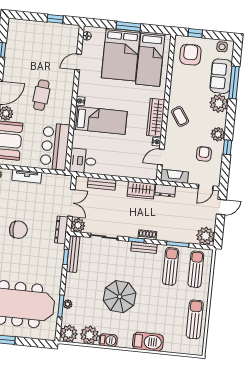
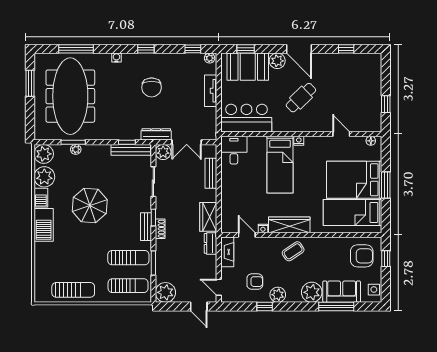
cafe table: (41, 95) -> (301, 98), turned -50
barbecue: (148, 342) -> (44, 225), moved

